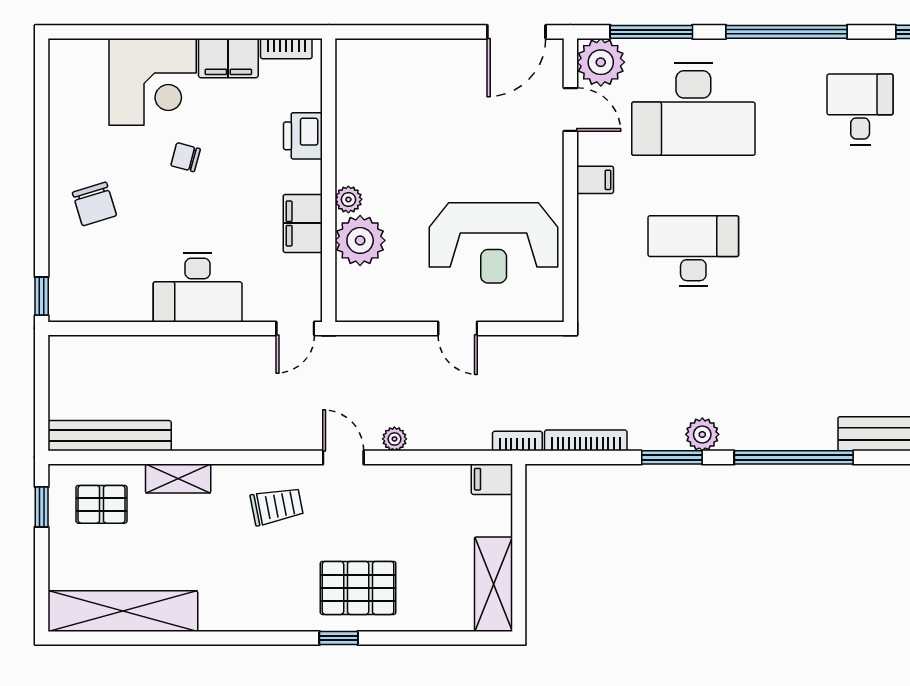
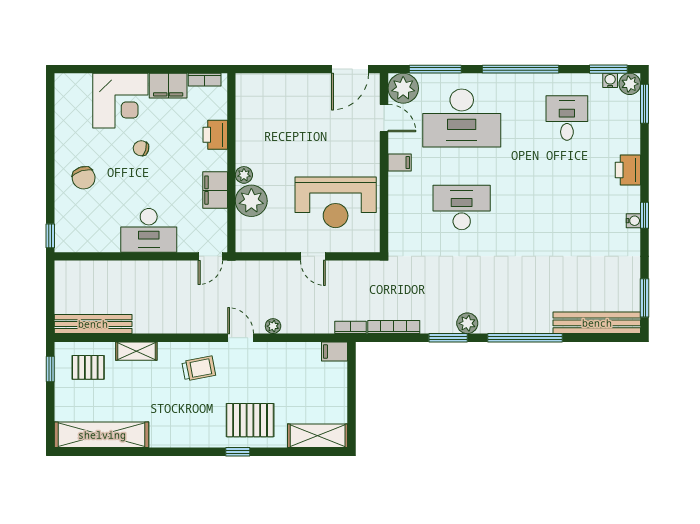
shelving: (493, 584) -> (318, 436), moved, turned 90

